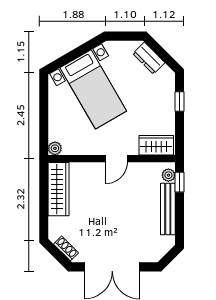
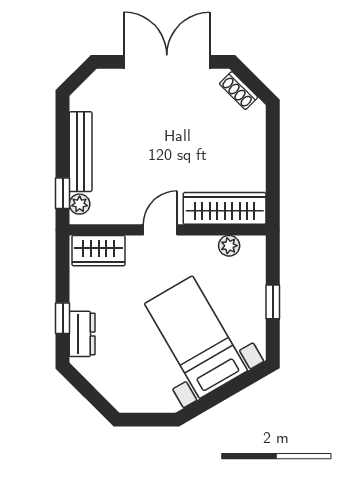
dresser: (149, 58) -> (82, 334), moved, turned 45
window: (44, 112) -> (273, 302), added
plant: (55, 148) -> (229, 246), moved
wardrobe: (59, 189) -> (225, 208), moved, turned 90

